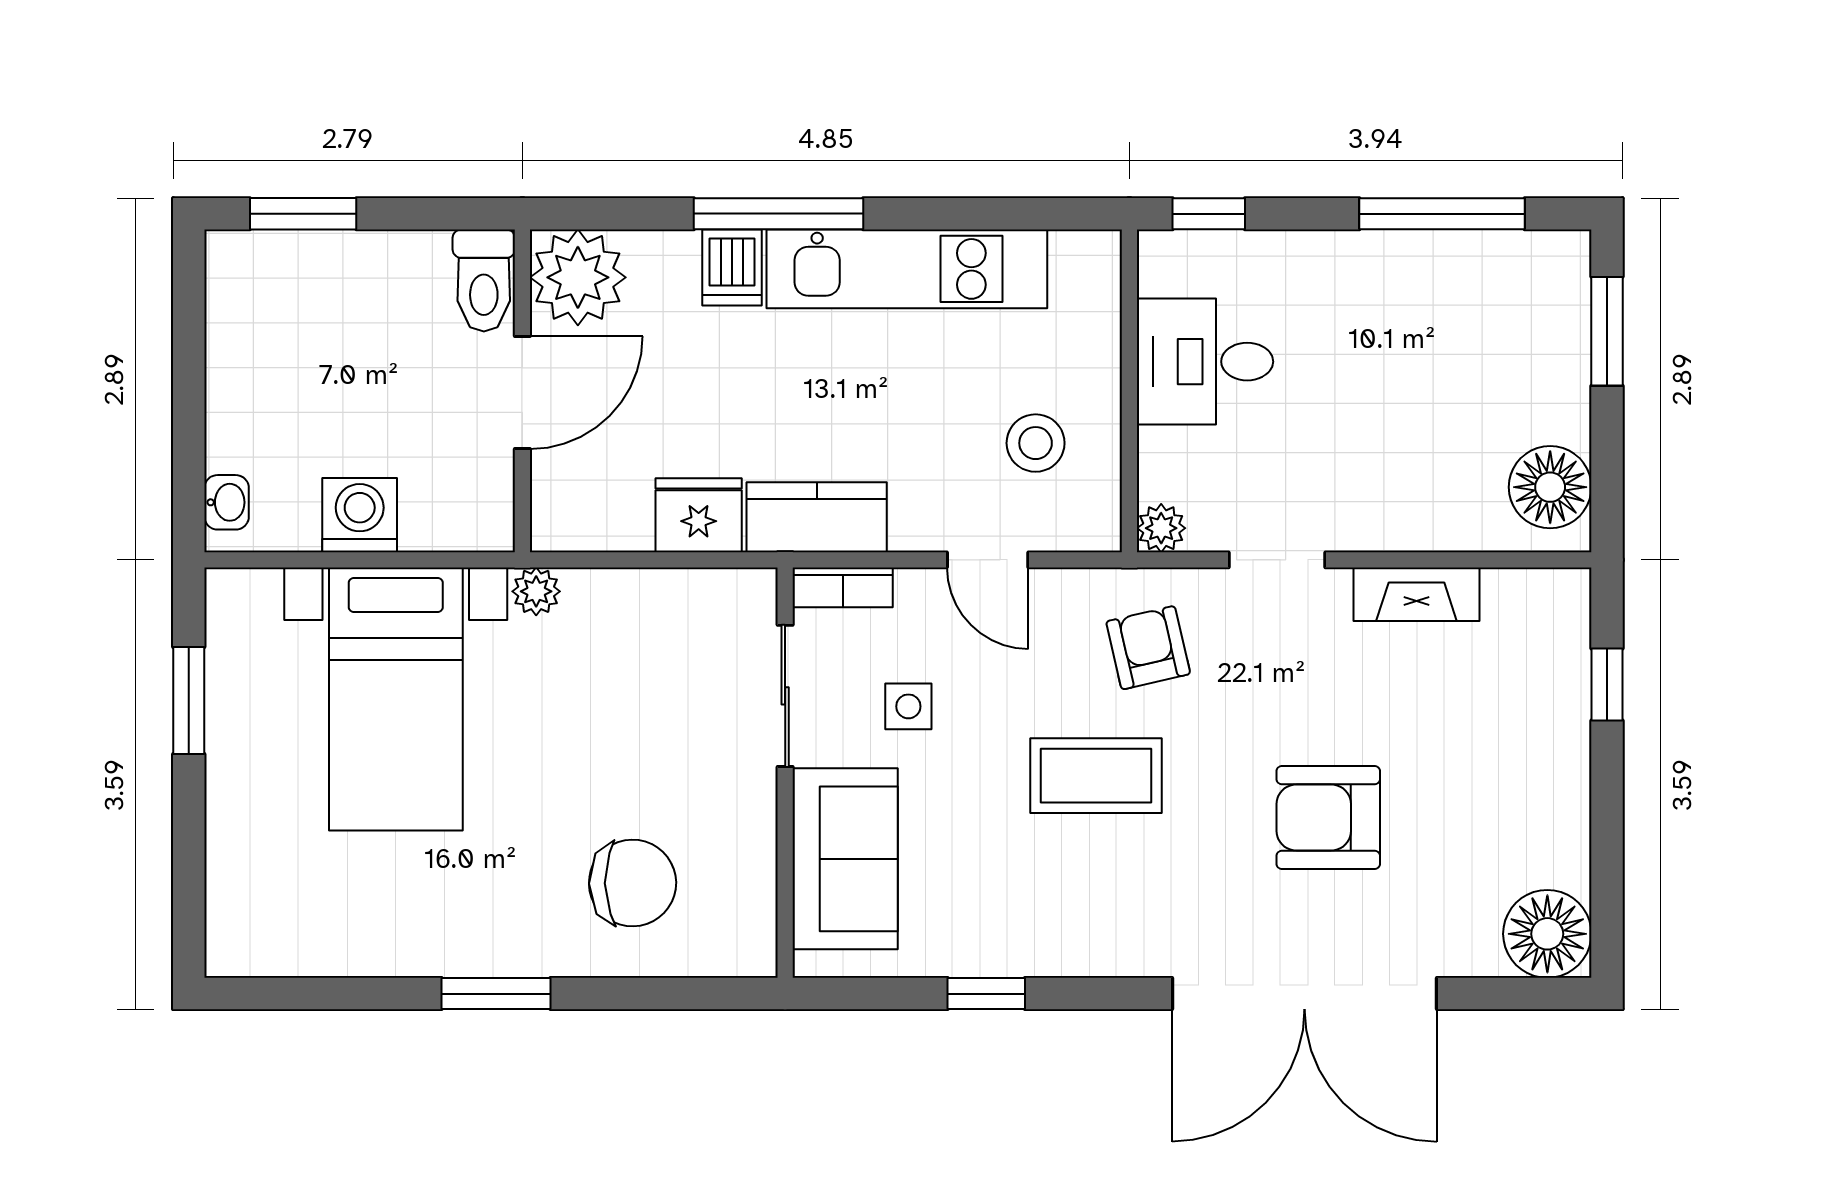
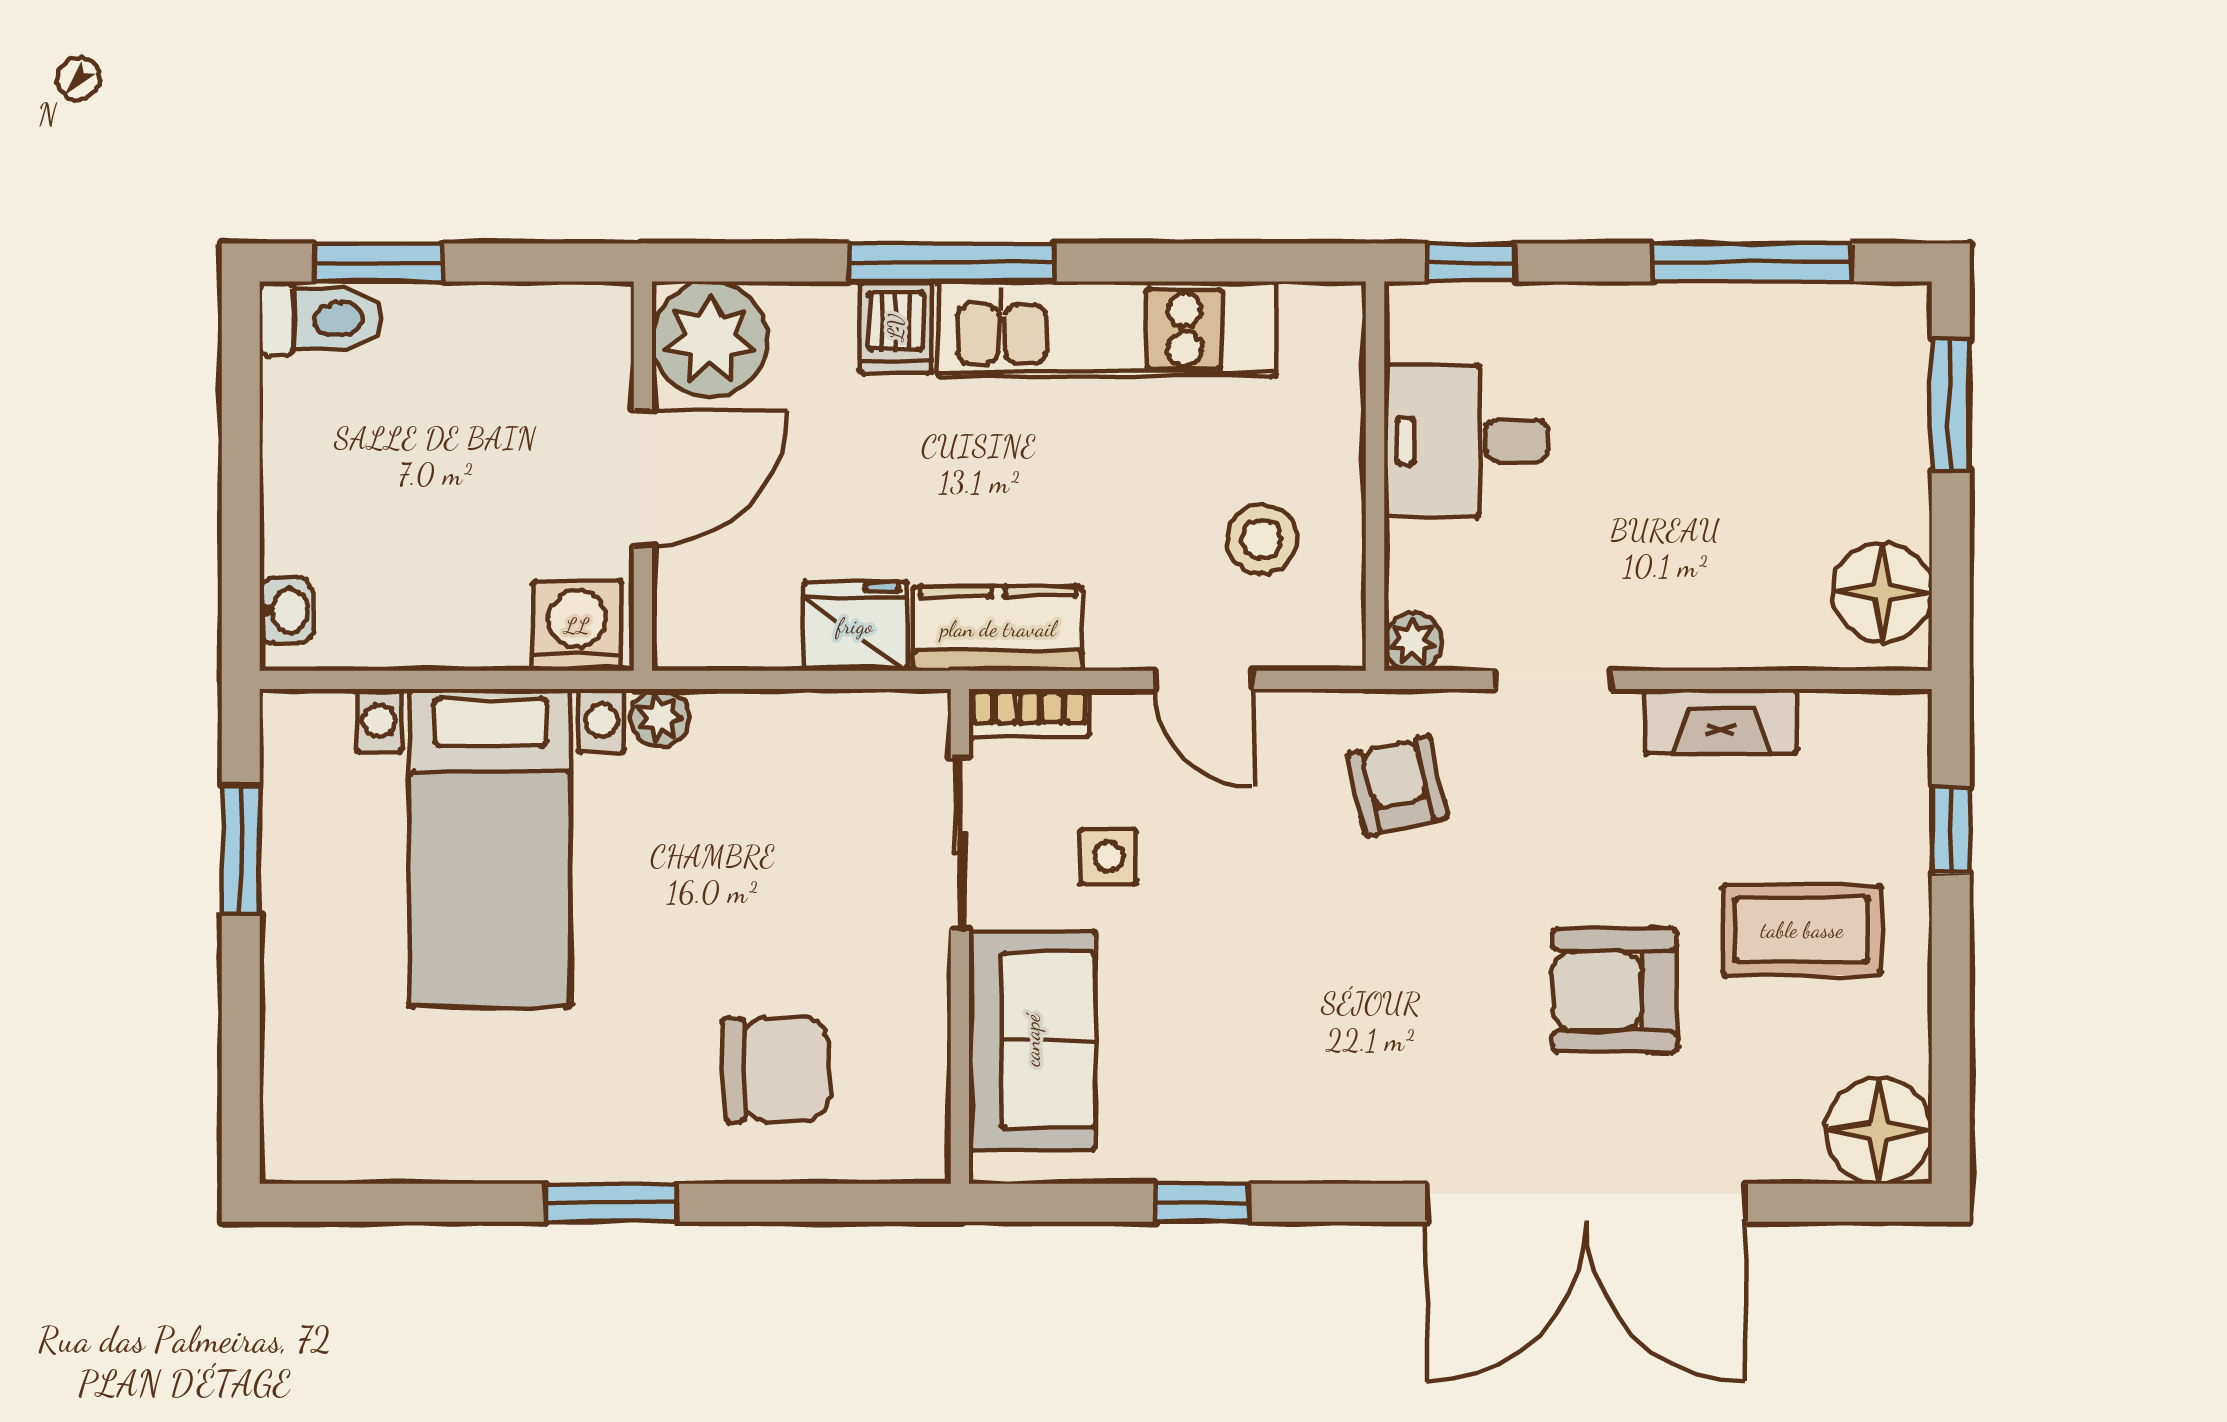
toilet: (484, 280) -> (321, 319), moved, turned -90
washing machine: (360, 515) -> (577, 626), moved
coffee table: (1096, 776) -> (1802, 930), moved

